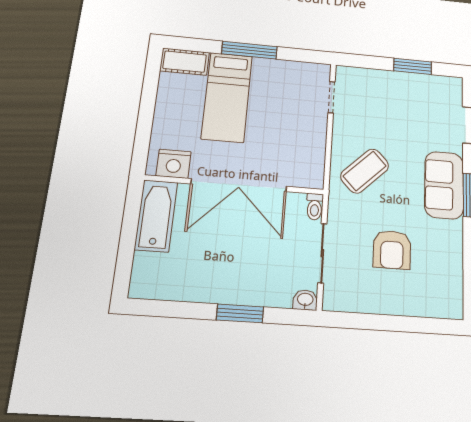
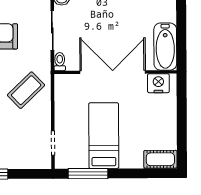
window: (249, 50) -> (88, 174), moved
bed: (227, 97) -> (104, 136), moved

